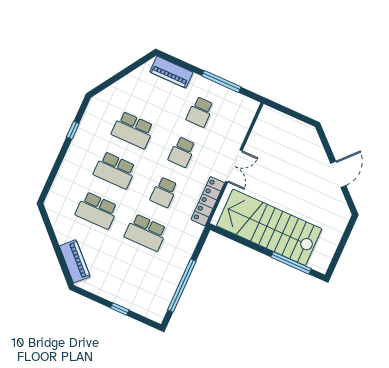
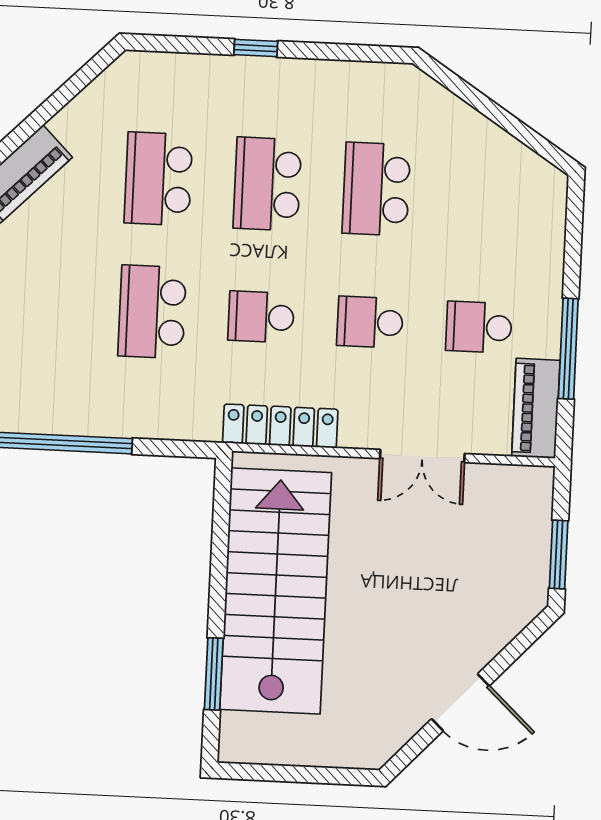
piano: (171, 72) -> (536, 408), moved
window: (297, 116) -> (559, 555), added
window: (73, 130) -> (256, 48), moved
double door: (234, 166) -> (422, 456), moved
window: (291, 263) -> (214, 674), width x0.69

